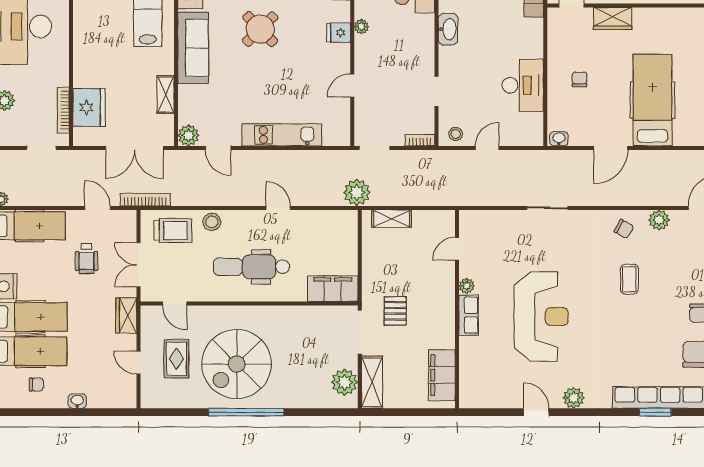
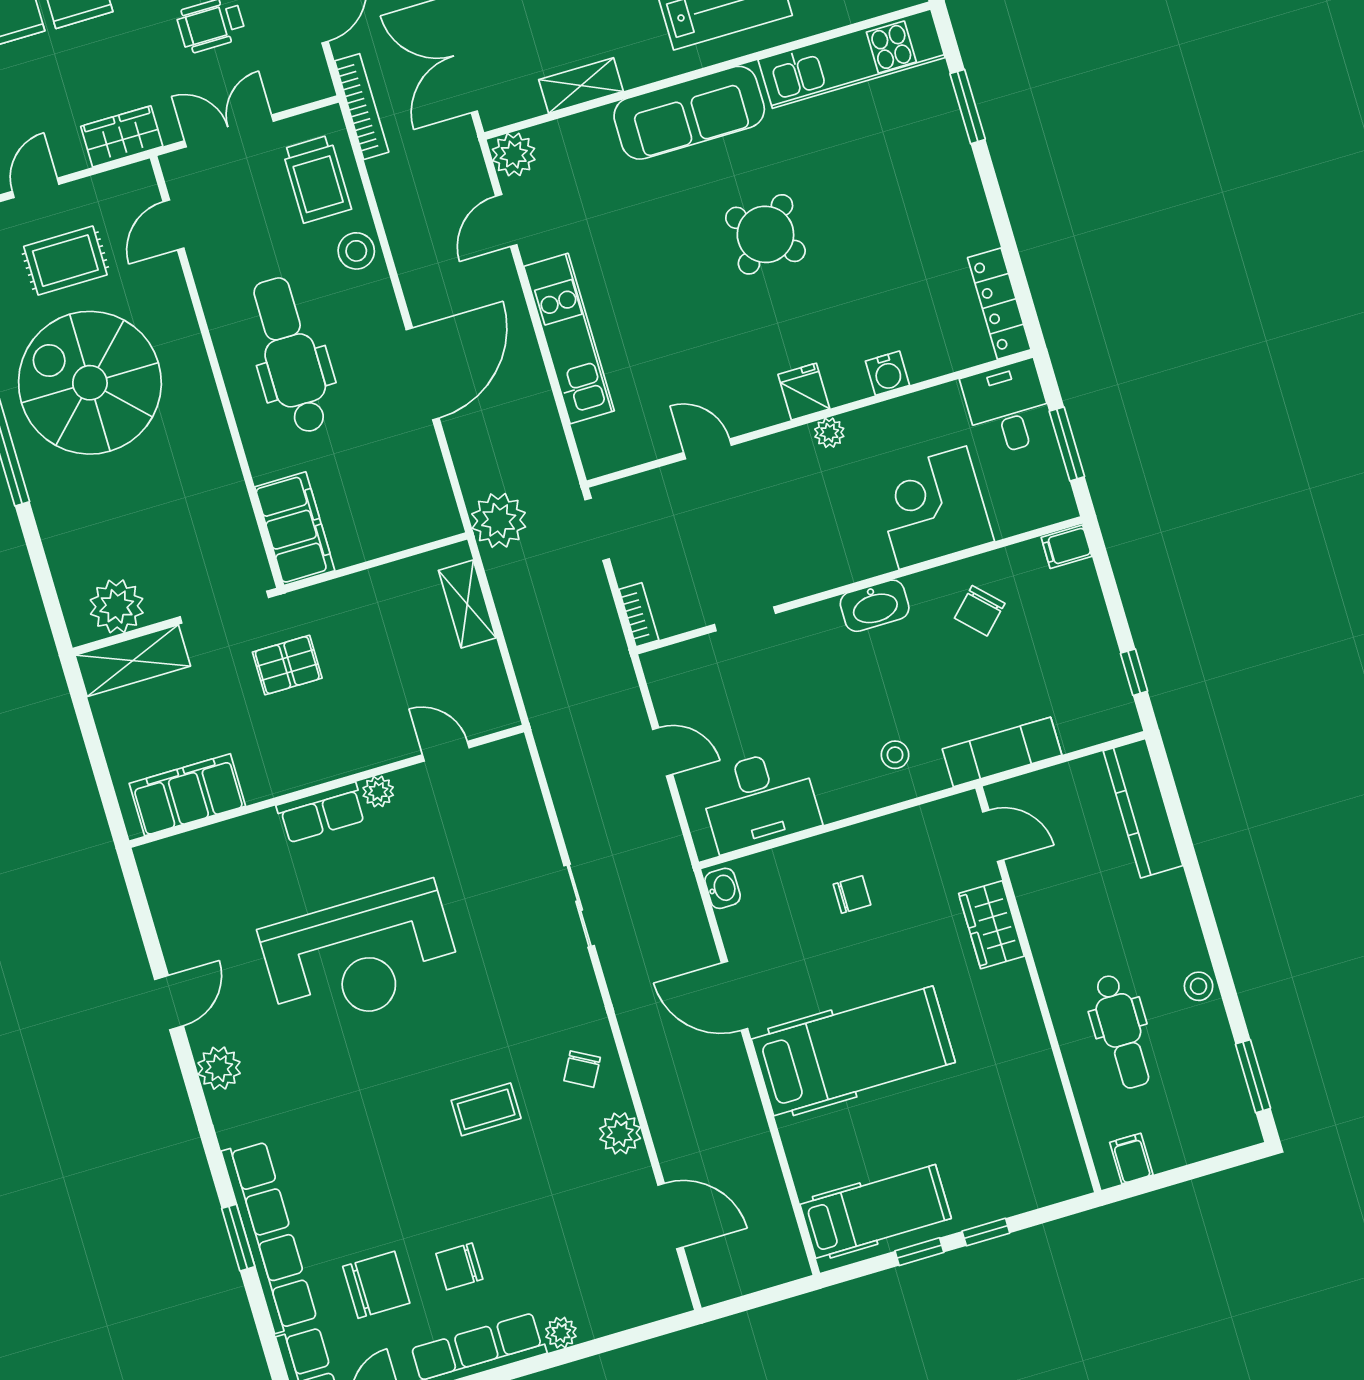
desk: (523, 85) -> (759, 800), moved
stool: (456, 134) -> (895, 755), moved
door: (278, 208) -> (423, 374), width x1.88

